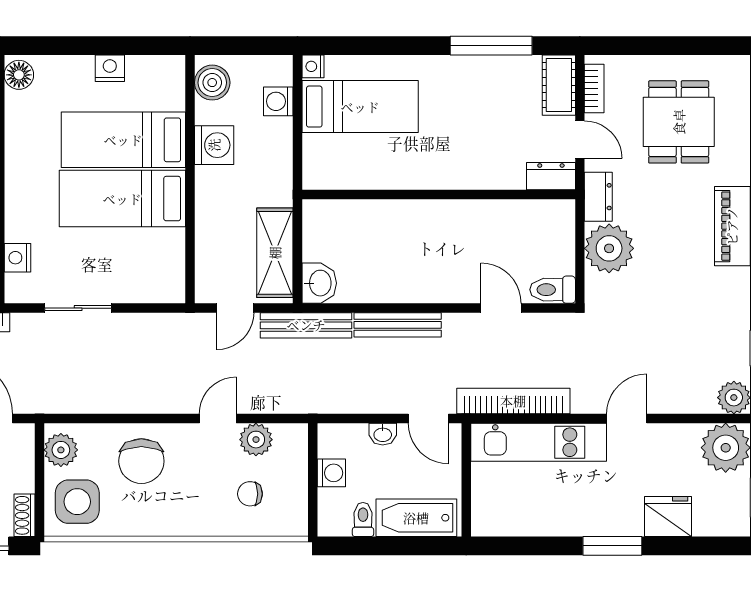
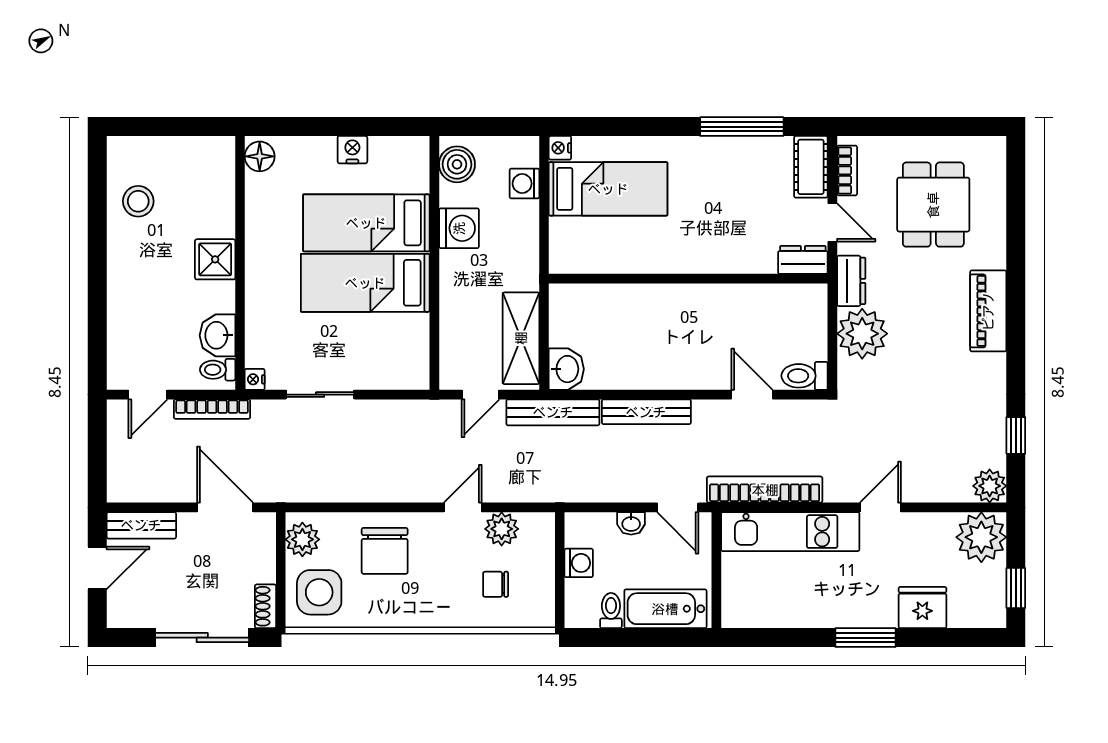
nightstand: (17, 258) -> (255, 379), moved, width x0.72, depth x0.74

